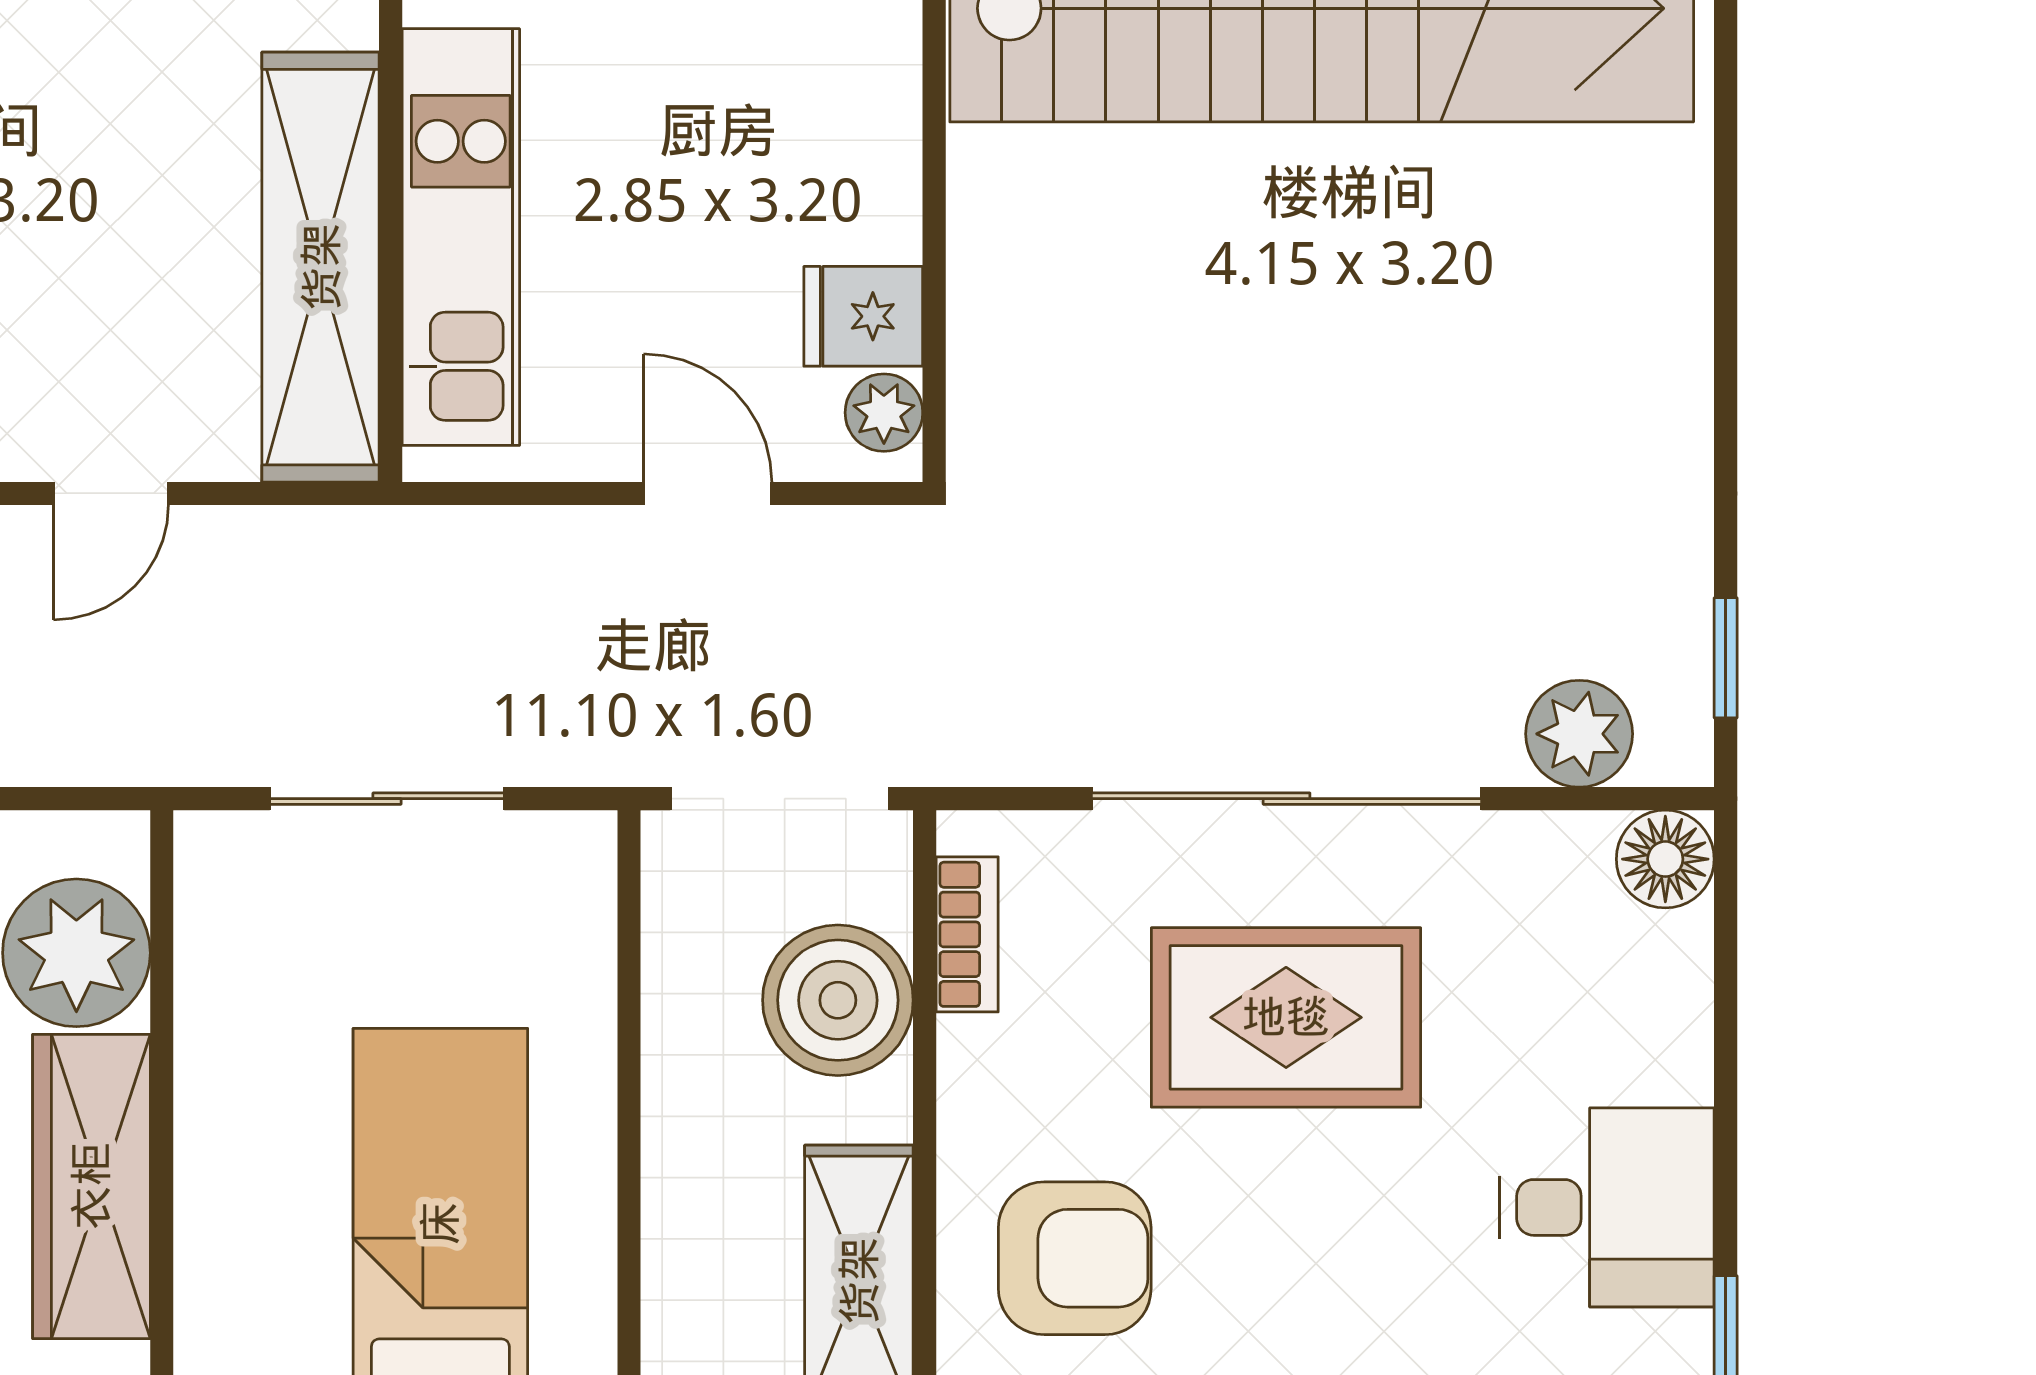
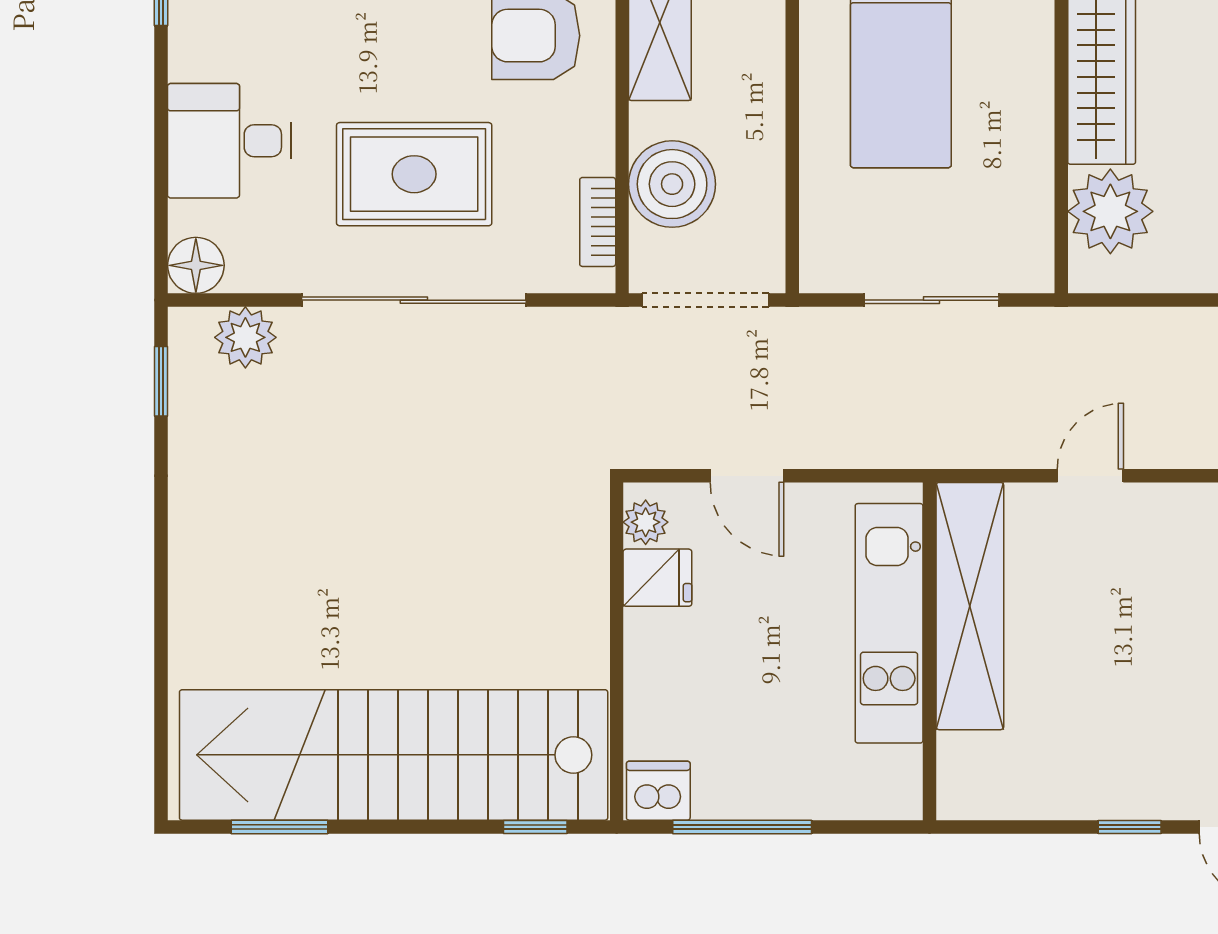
desk: (1607, 1207) -> (229, 141), moved

